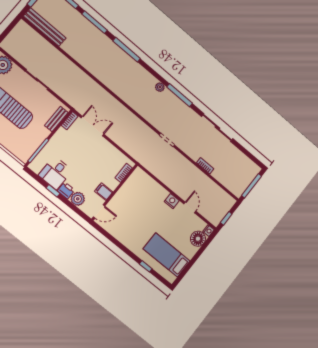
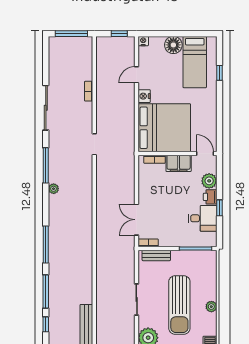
filing cabinet: (104, 192) -> (179, 163), width x2.00
bed: (139, 197) -> (164, 128), added
floor lamp: (198, 239) -> (173, 45), moved

